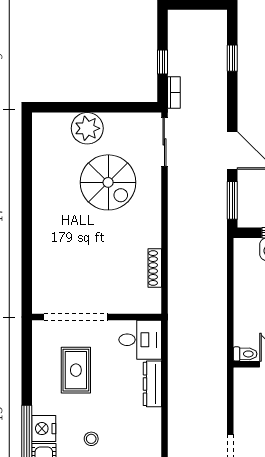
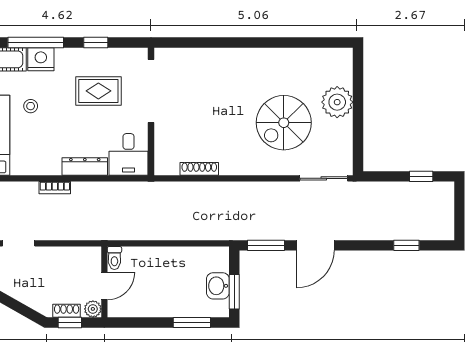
window: (162, 62) -> (421, 176), moved
bookcase: (174, 92) -> (55, 188), moved
window: (27, 373) -> (96, 42), added

